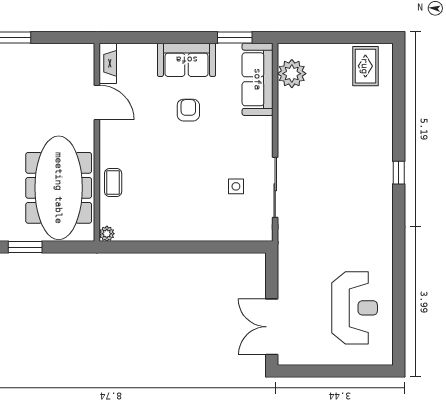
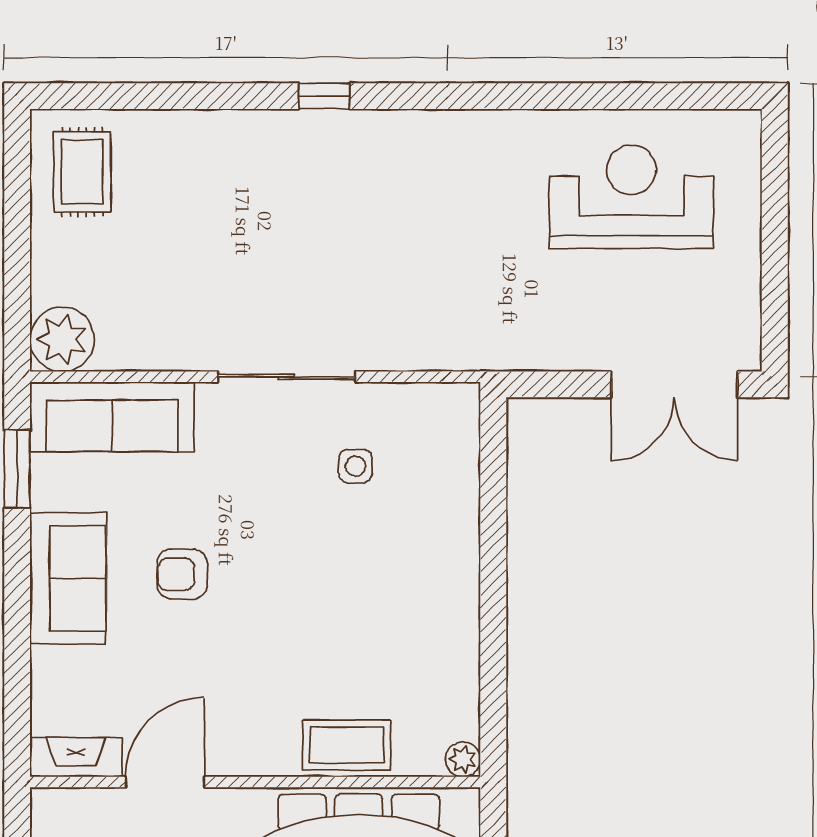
rug: (365, 66) -> (82, 172), turned 90
plant: (292, 74) -> (62, 339), moved
coffee table: (113, 182) -> (347, 745), width x1.36, depth x1.30
sliding door: (275, 187) -> (286, 377), moved

